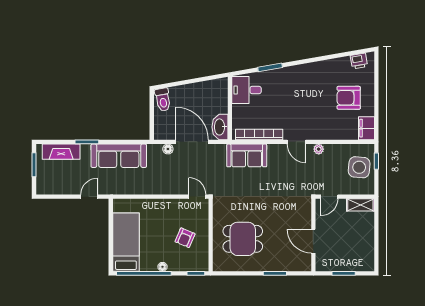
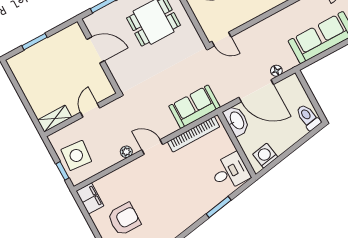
washing machine: (212, 88) -> (265, 156), added
wall: (313, 235) -> (99, 56), moved
door: (313, 241) -> (96, 50), moved

